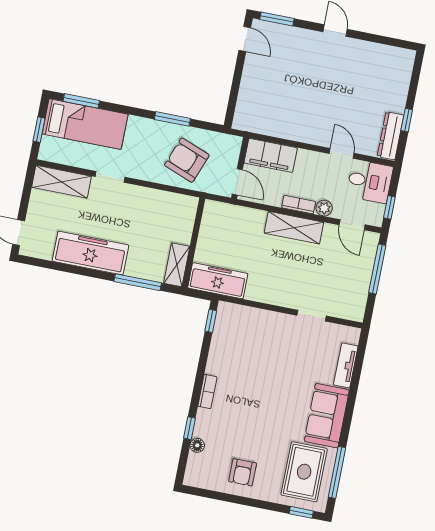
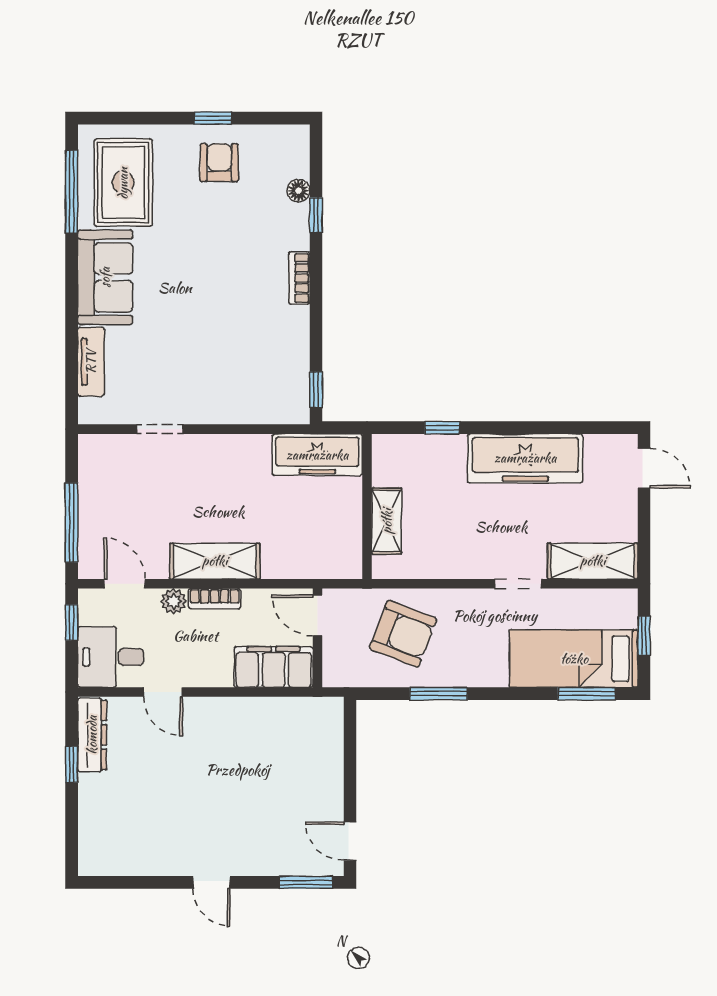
shelving: (177, 265) -> (387, 521), moved
window: (138, 282) -> (442, 428), width x0.46
window: (301, 512) -> (213, 118), moved

